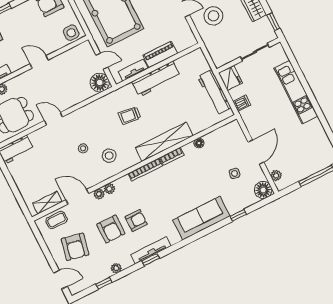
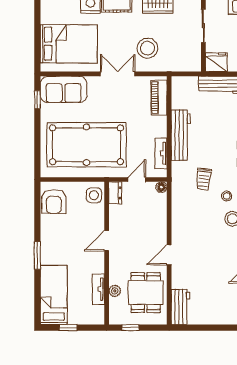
dresser: (82, 49) -> (115, 193), added
piano: (160, 54) -> (159, 98), moved
floor lamp: (100, 83) -> (161, 187), width x0.53, depth x0.53
stool: (83, 148) -> (227, 196), moved

